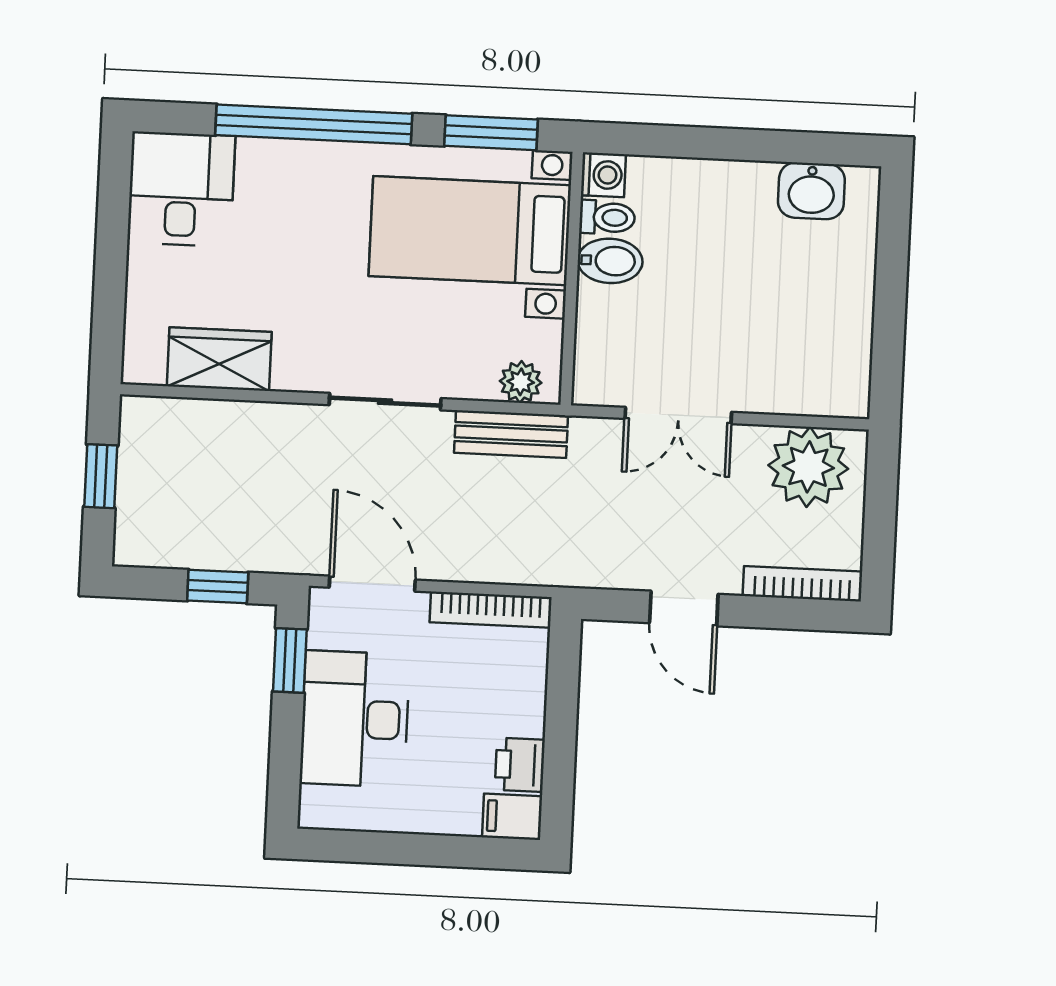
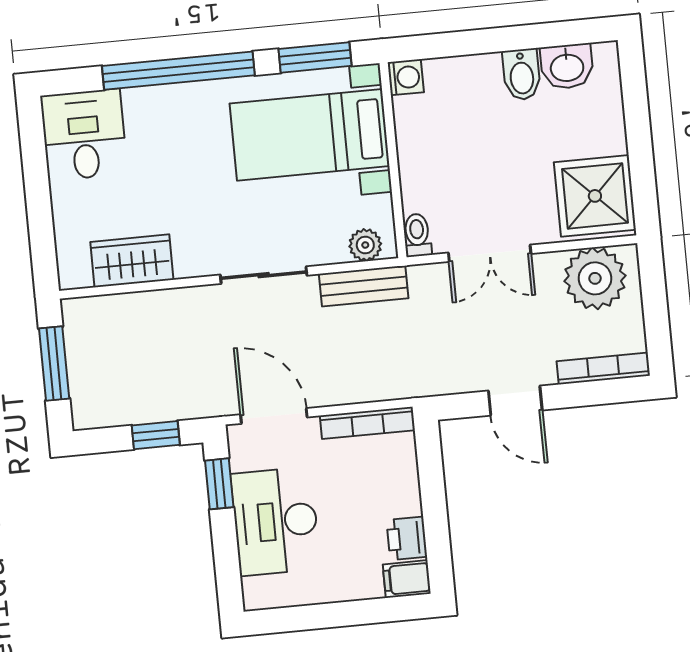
toilet: (607, 217) -> (417, 235), moved, turned -90
bidet: (610, 261) -> (522, 75), moved, turned 90
shower: (824, 361) -> (595, 196), added
window: (101, 476) -> (54, 364), width x1.50

